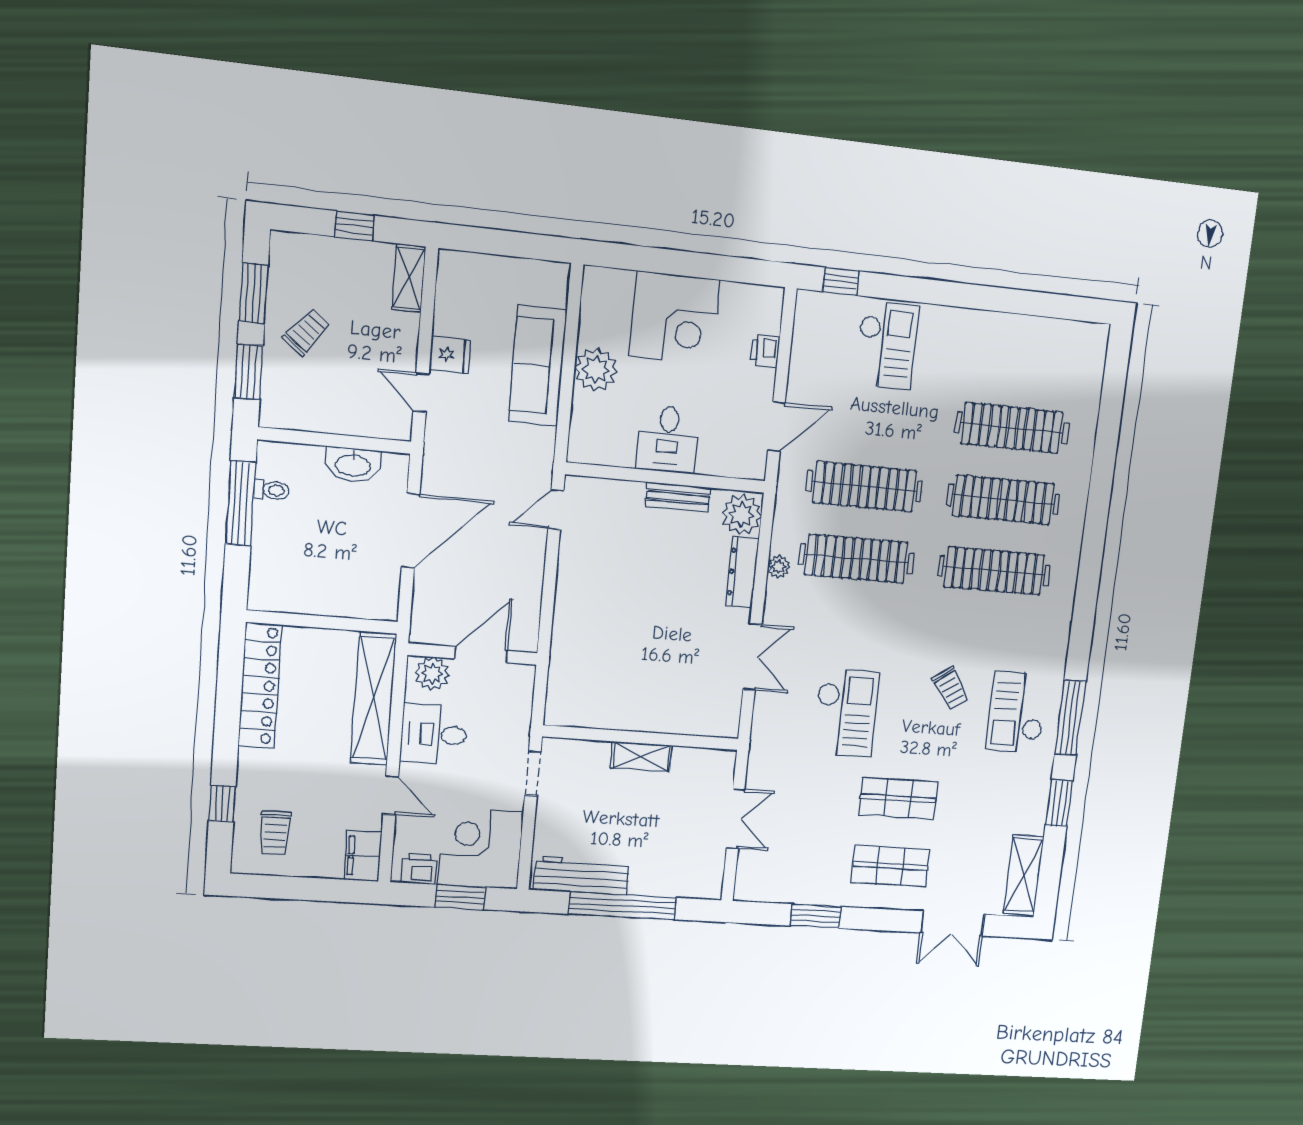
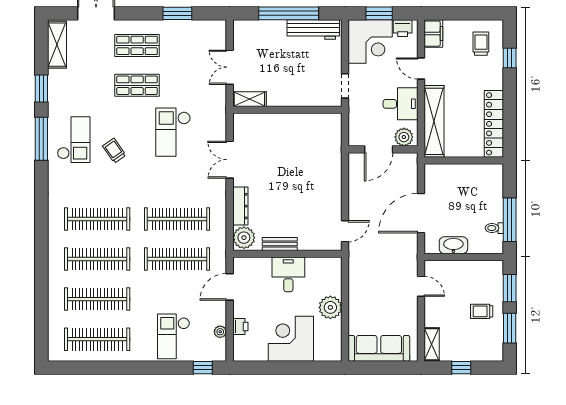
trolley: (307, 332) -> (482, 311), turned 51
fridge: (450, 355) -> (407, 307), removed
clothes rail: (1021, 355) -> (97, 339), added
sofa: (538, 366) -> (379, 348), moved, turned -90
plant: (779, 567) -> (220, 332), moved
shelving: (641, 757) -> (249, 99), moved

